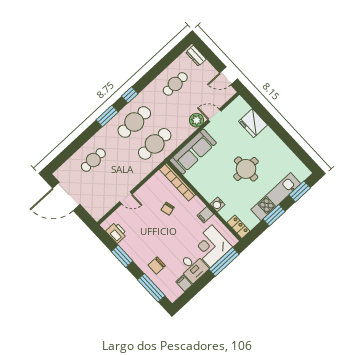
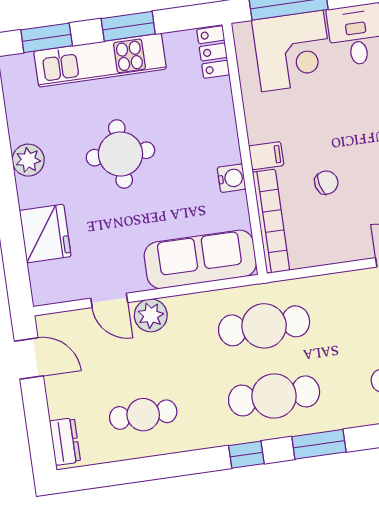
plant: (277, 145) -> (28, 160), added
water cooler: (217, 204) -> (232, 178), moved
filing cabinet: (205, 215) -> (266, 156), moved

